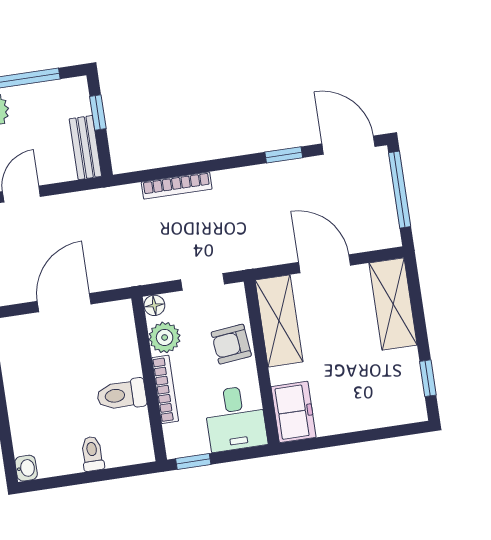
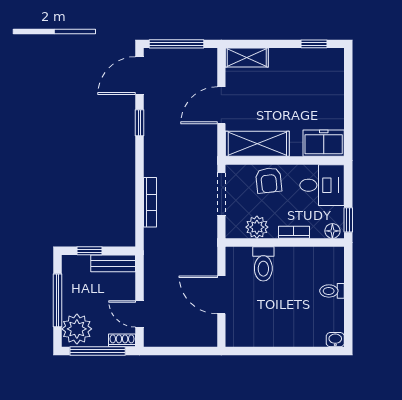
doorway: (203, 282) -> (221, 194), width x1.38
shelving: (393, 304) -> (247, 58), width x0.67, depth x0.75
floor lamp: (154, 305) -> (332, 231), moved
bookcase: (165, 389) -> (294, 232), width x0.64
toilet: (122, 395) -> (263, 264), moved

